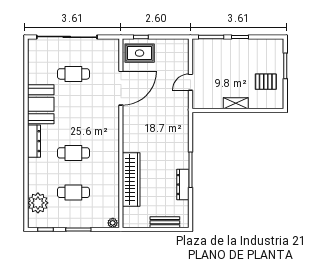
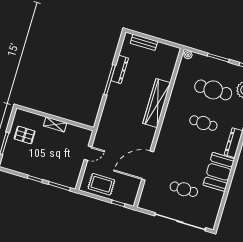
rug: (140, 53) -> (101, 184), moved
wardrobe: (131, 179) -> (157, 103), moved
cafe table: (73, 192) -> (213, 90), width x1.37, depth x1.35

